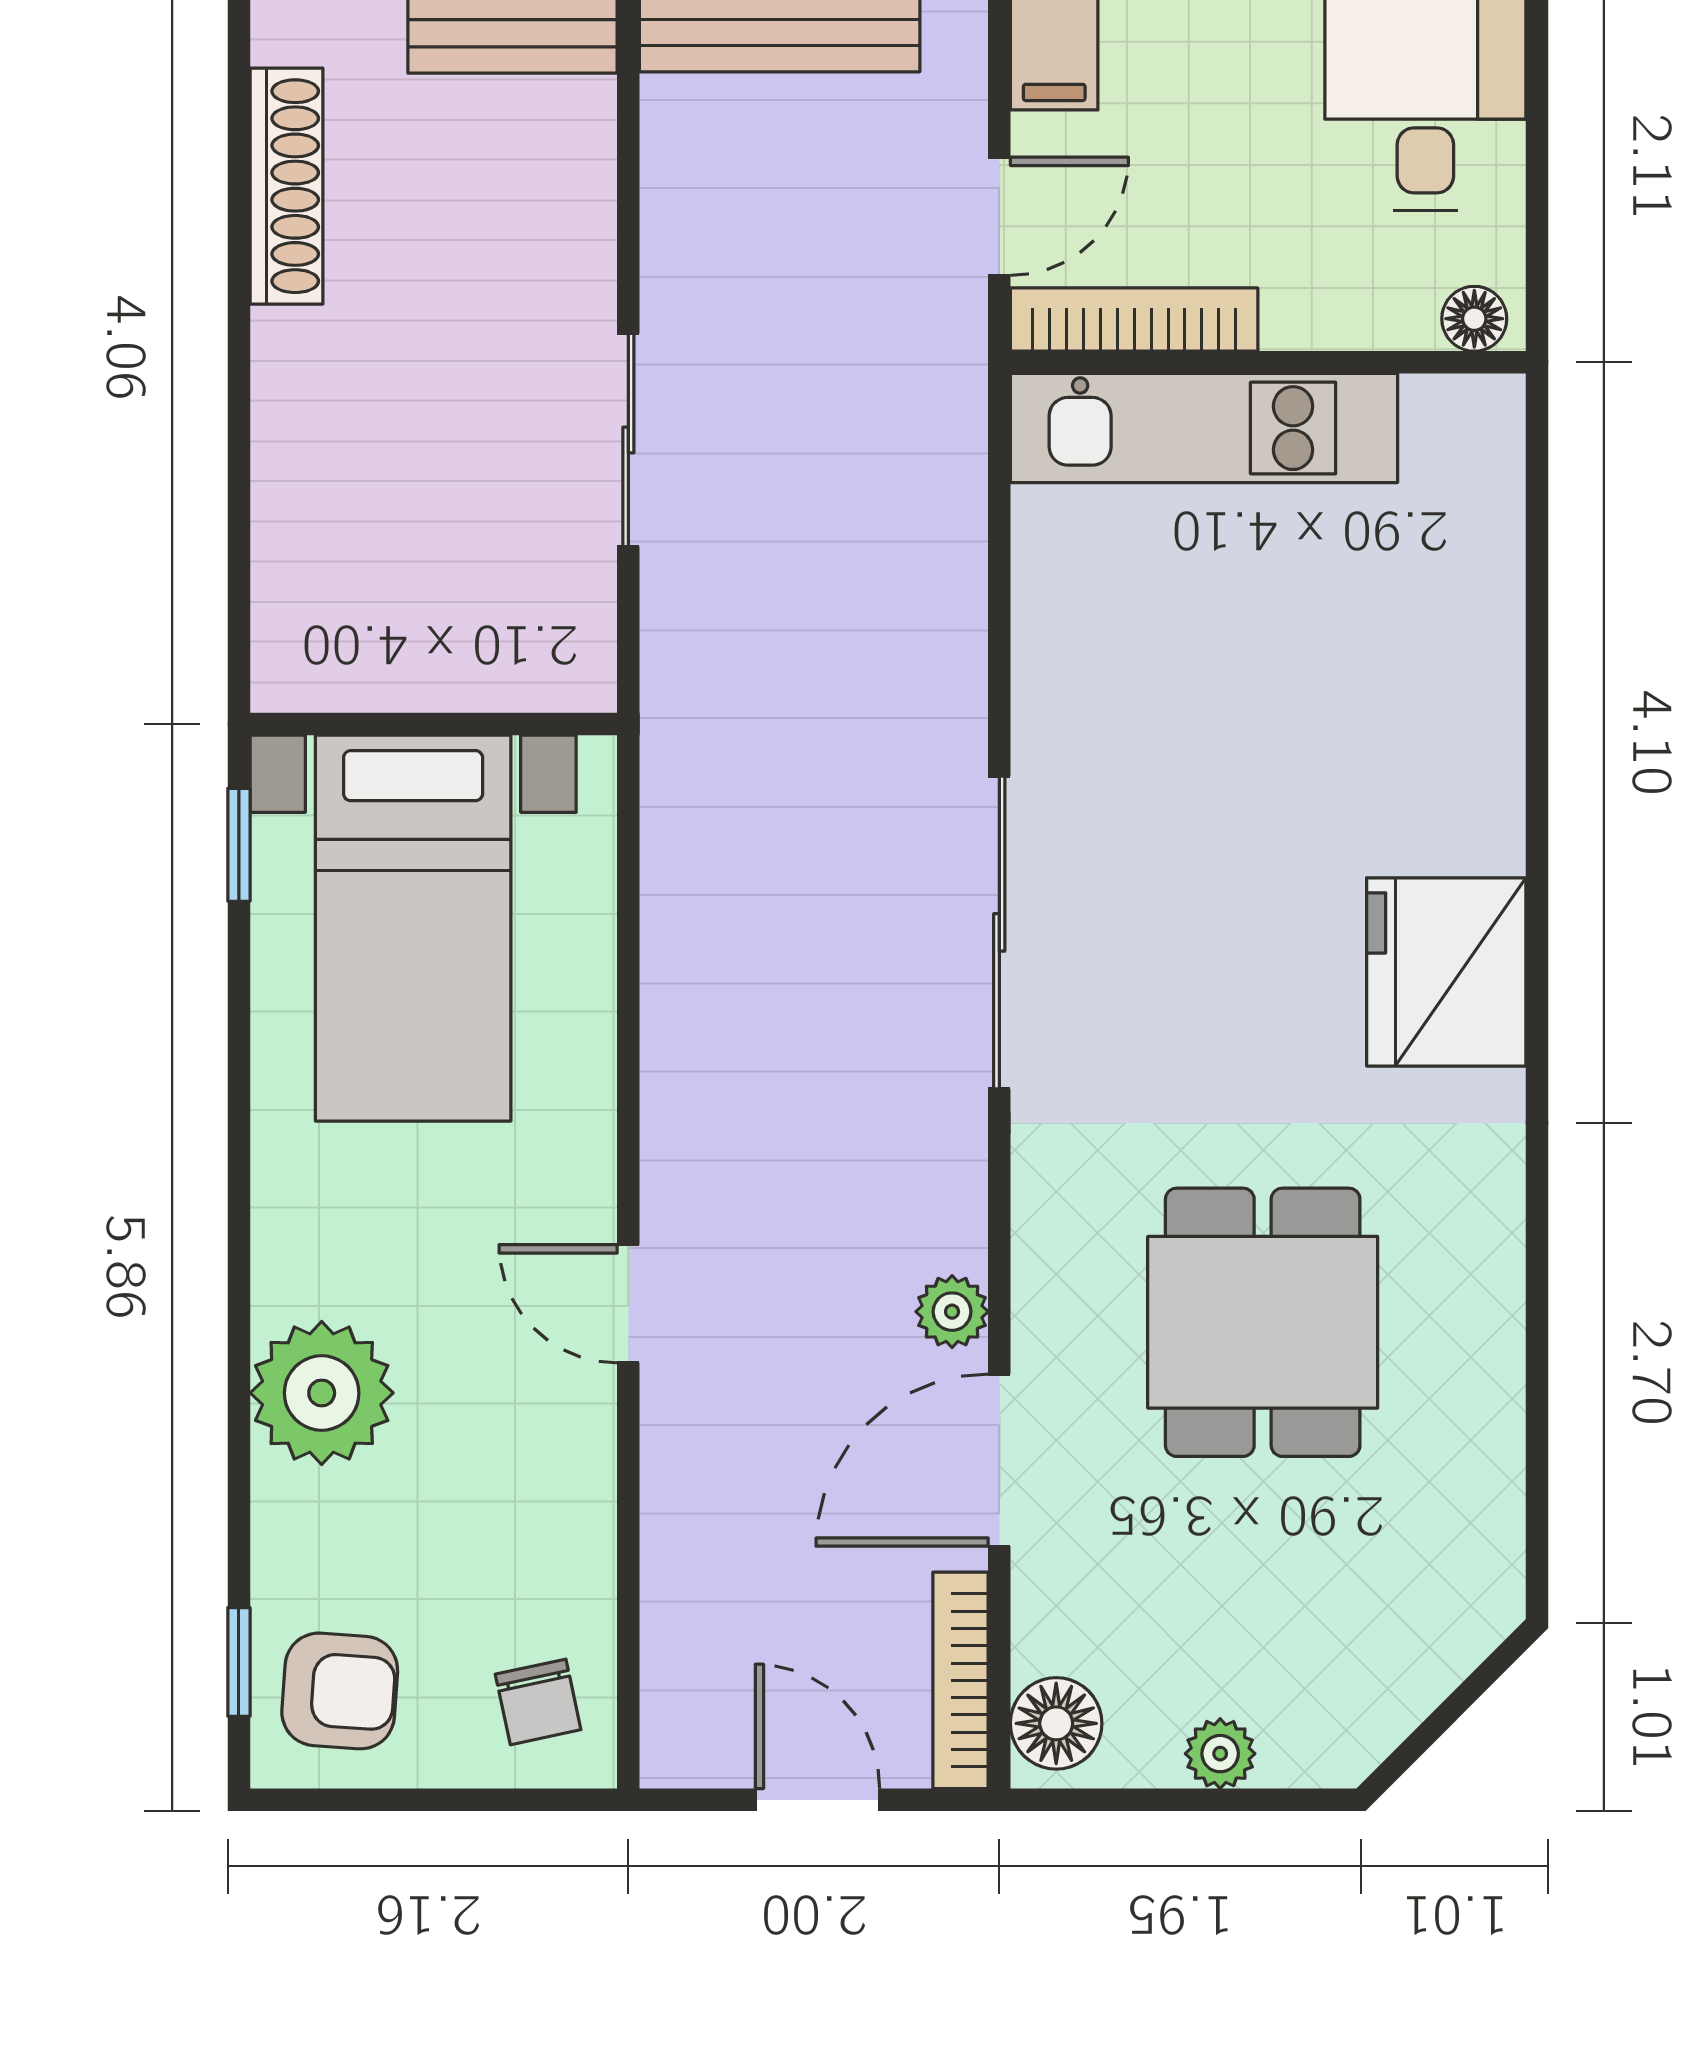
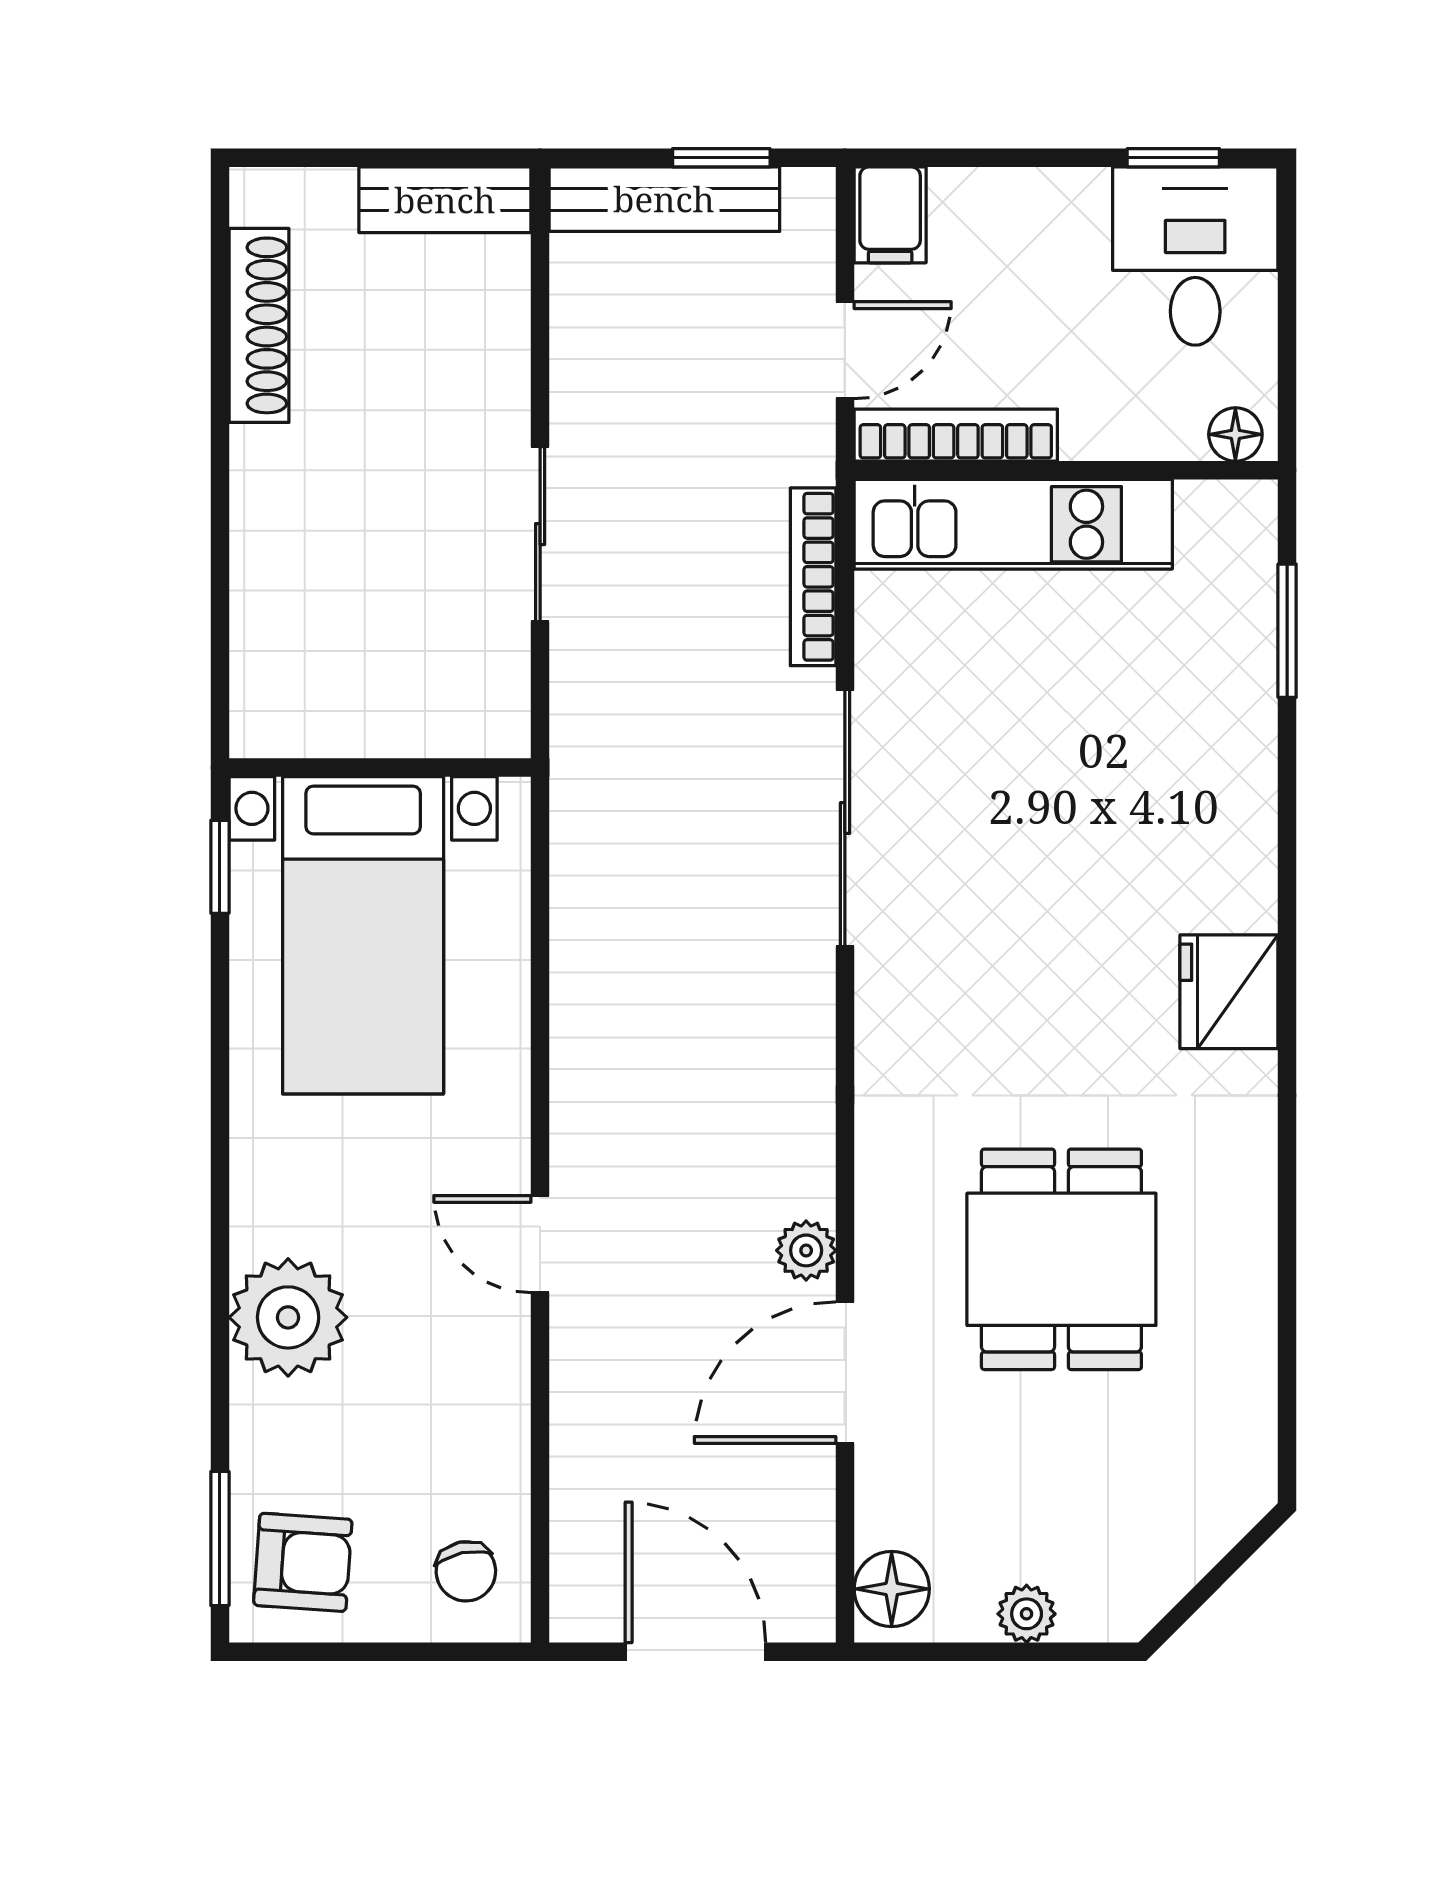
window: (1537, 558) -> (1287, 631), added
sliding door: (999, 932) -> (845, 818), moved
fridge: (1446, 972) -> (1229, 992), width x0.73, depth x0.75
window: (239, 1662) -> (220, 1539), width x1.50
bookcase: (960, 1680) -> (813, 577), moved
door: (817, 1800) -> (695, 1652), width x1.38

